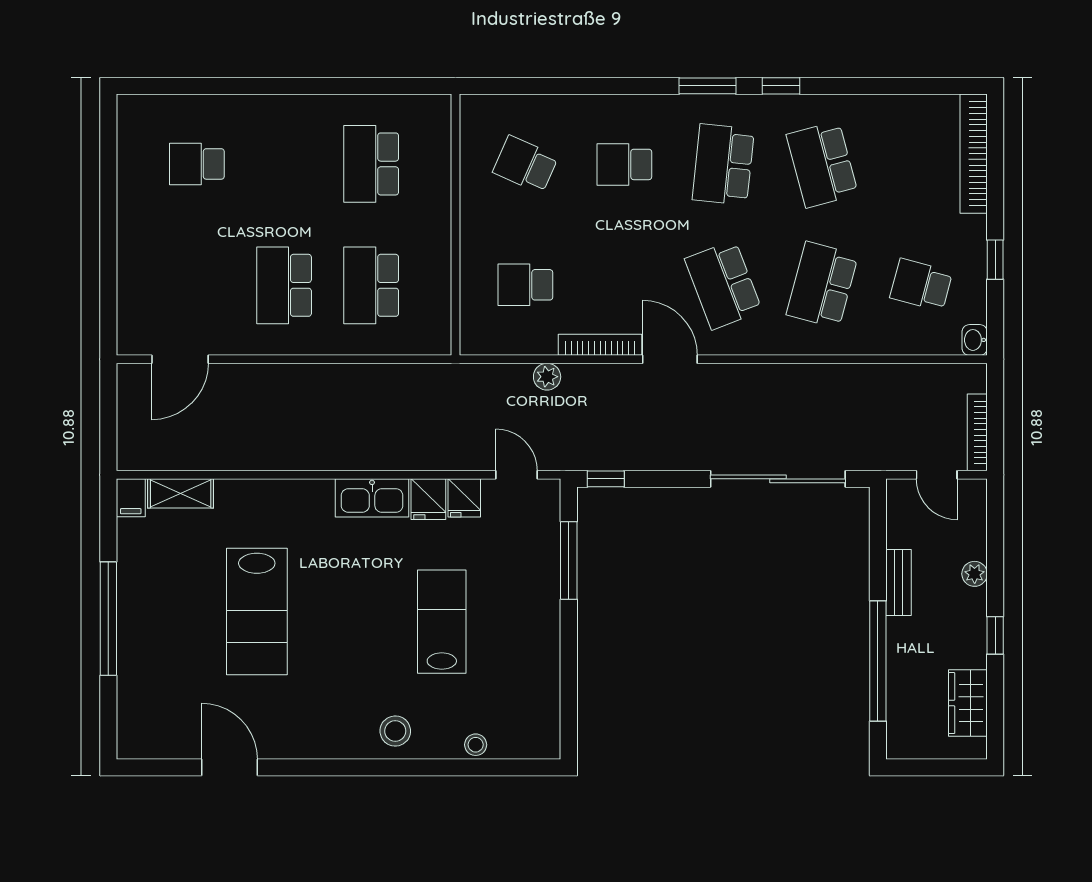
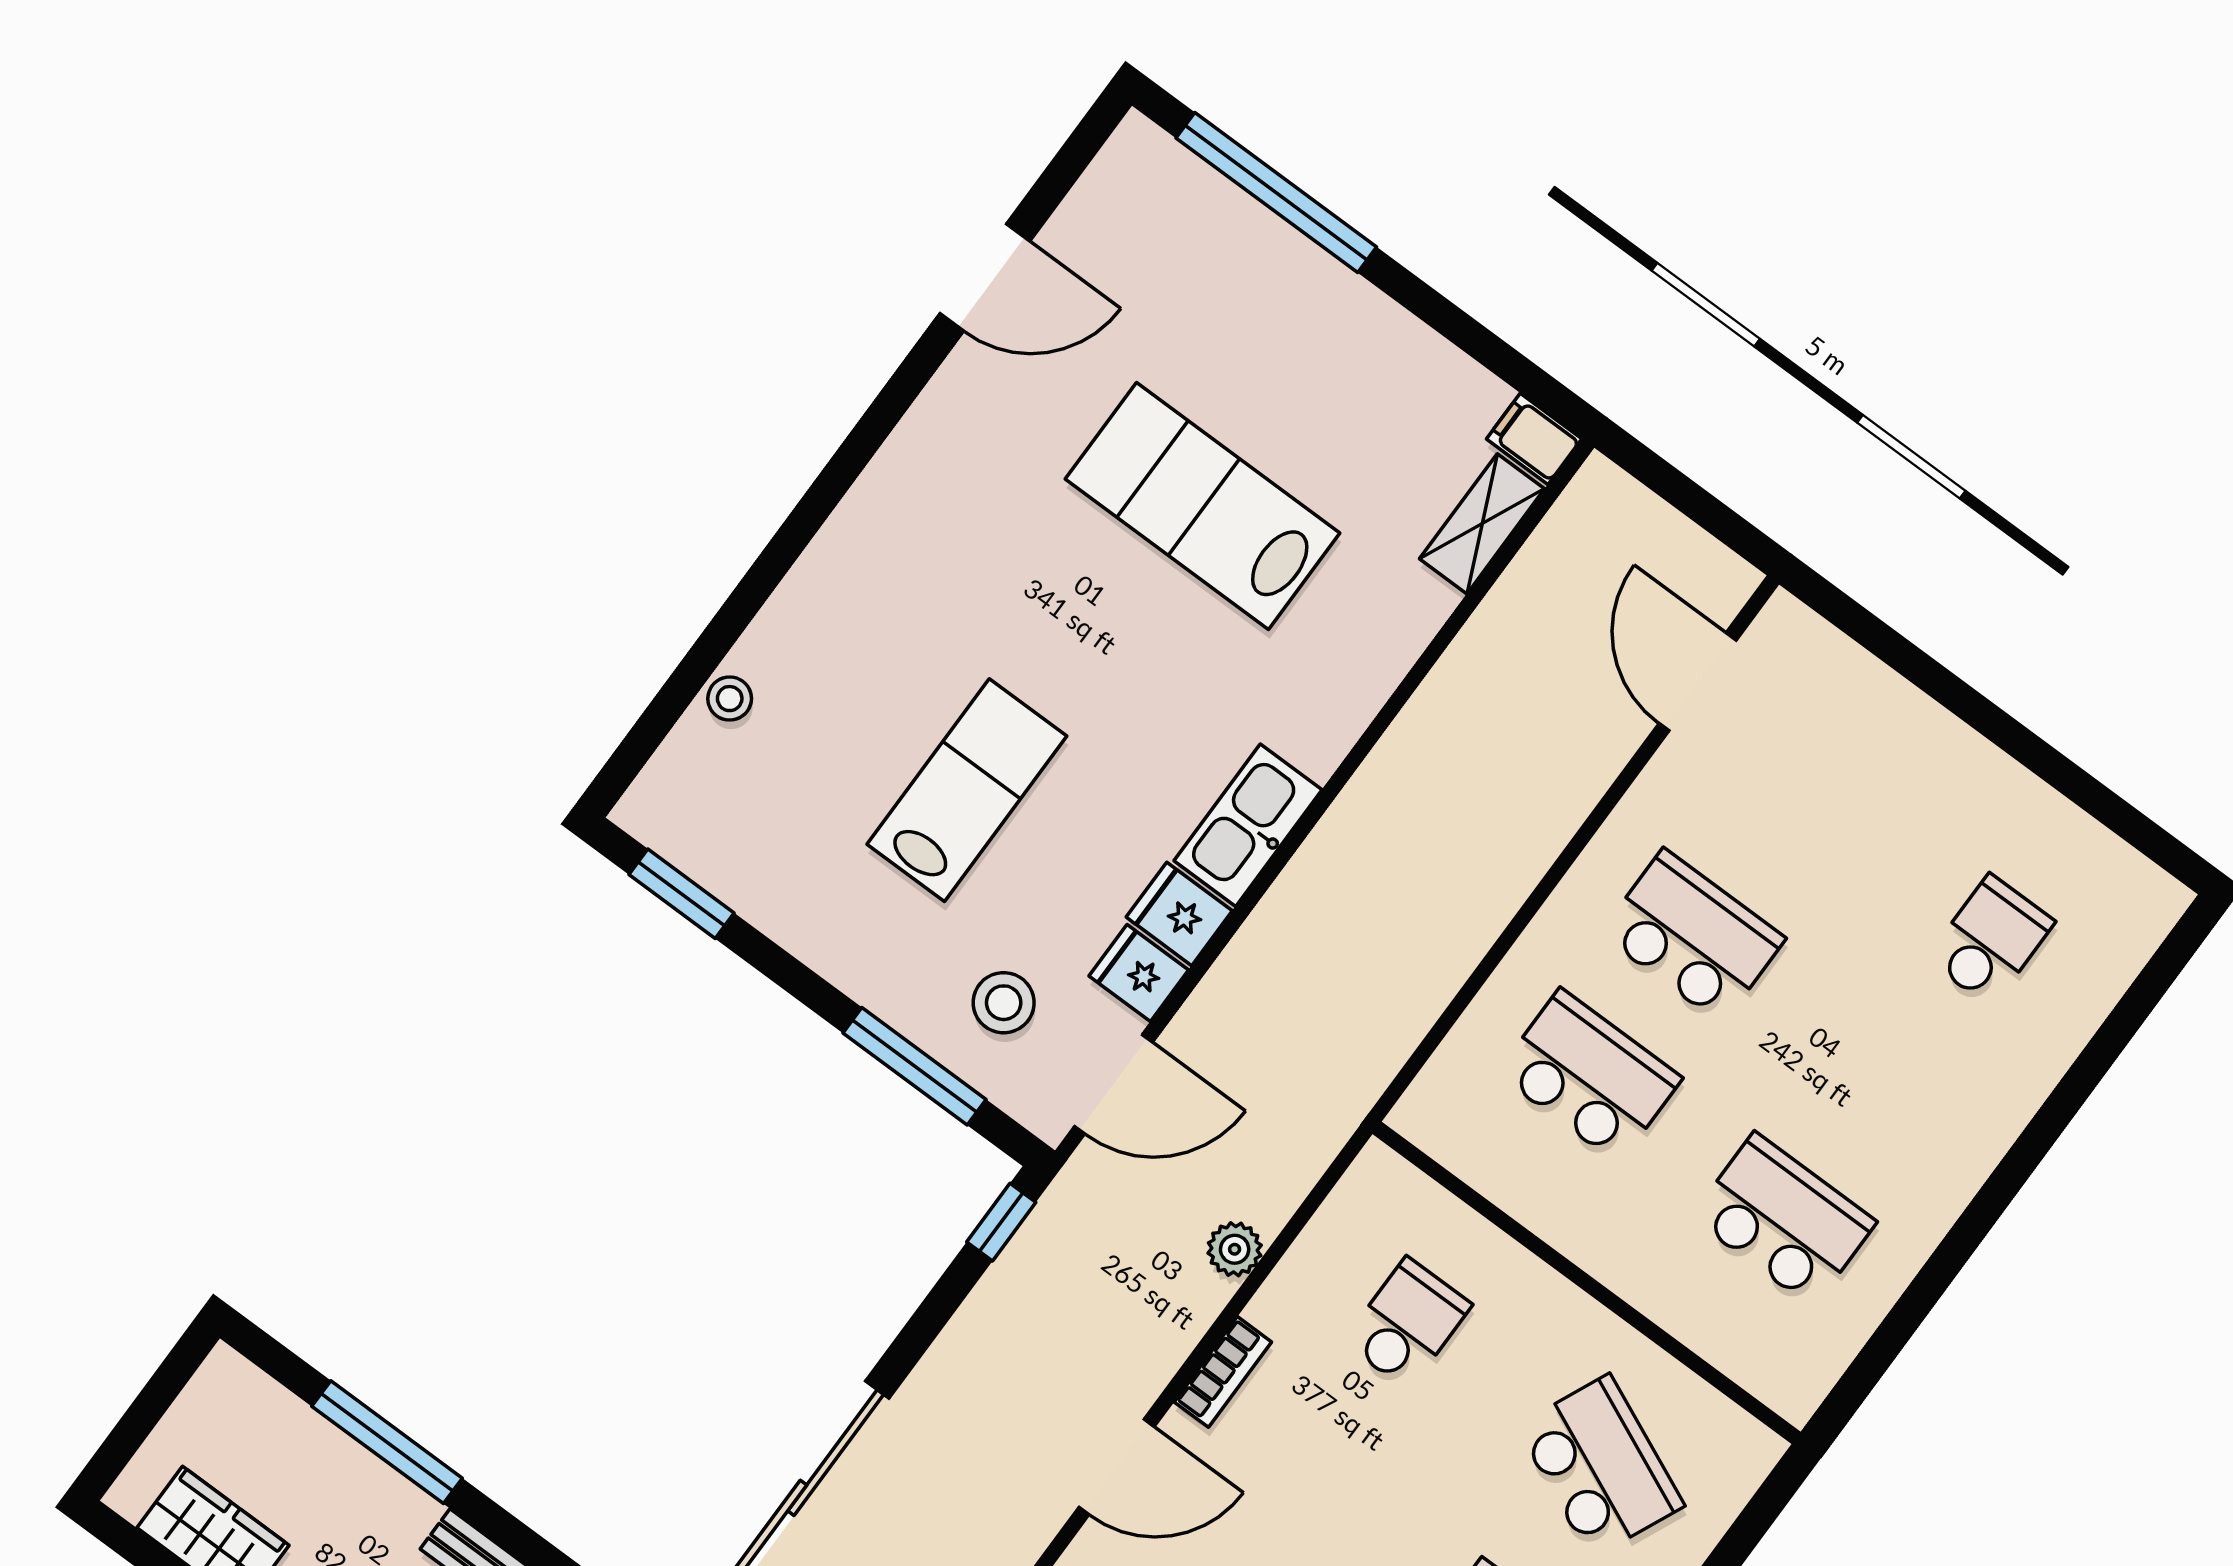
school desk: (525, 164) -> (1600, 1466), width x1.85
bookcase: (600, 345) -> (1223, 1372), width x0.64
door: (517, 475) -> (1114, 1084), width x1.38
window: (108, 619) -> (1276, 193), moved
lab bench: (442, 622) -> (967, 790), turned -90
window: (878, 661) -> (387, 1442), width x0.68
window: (569, 706) -> (681, 894), added
stool: (395, 731) -> (1004, 1003), moved

